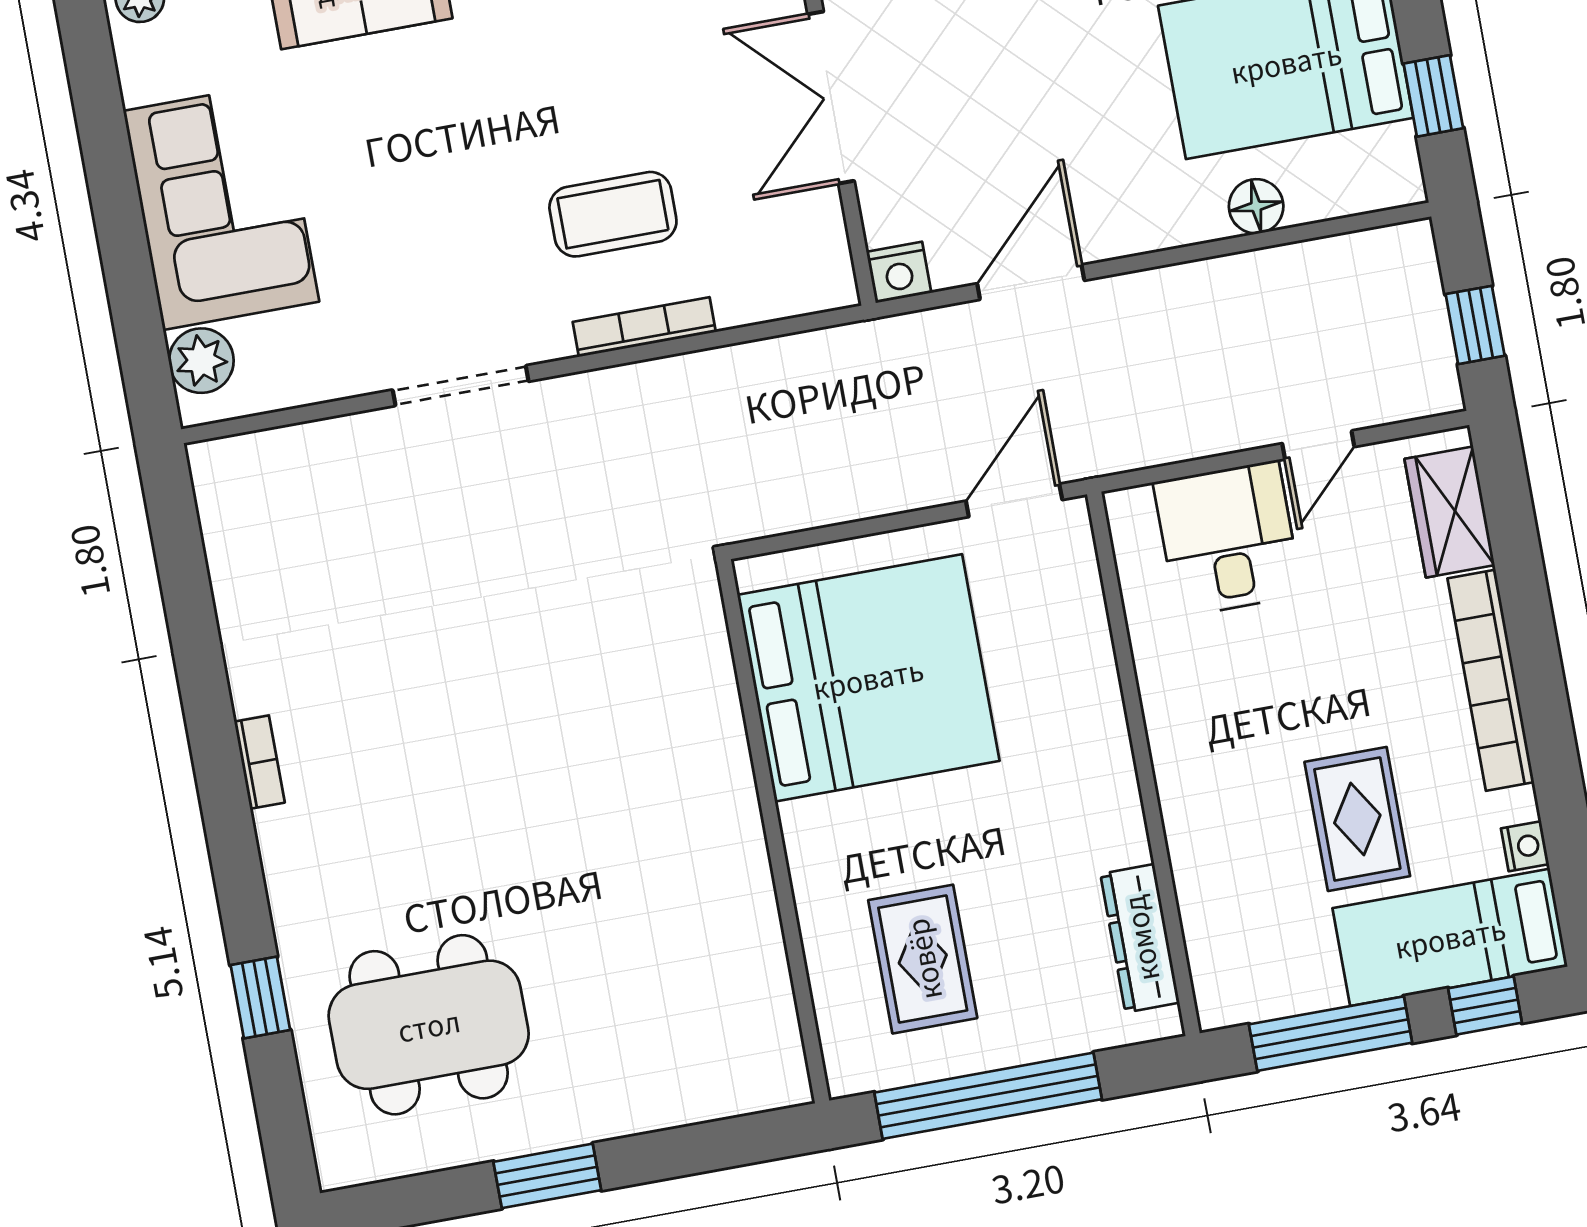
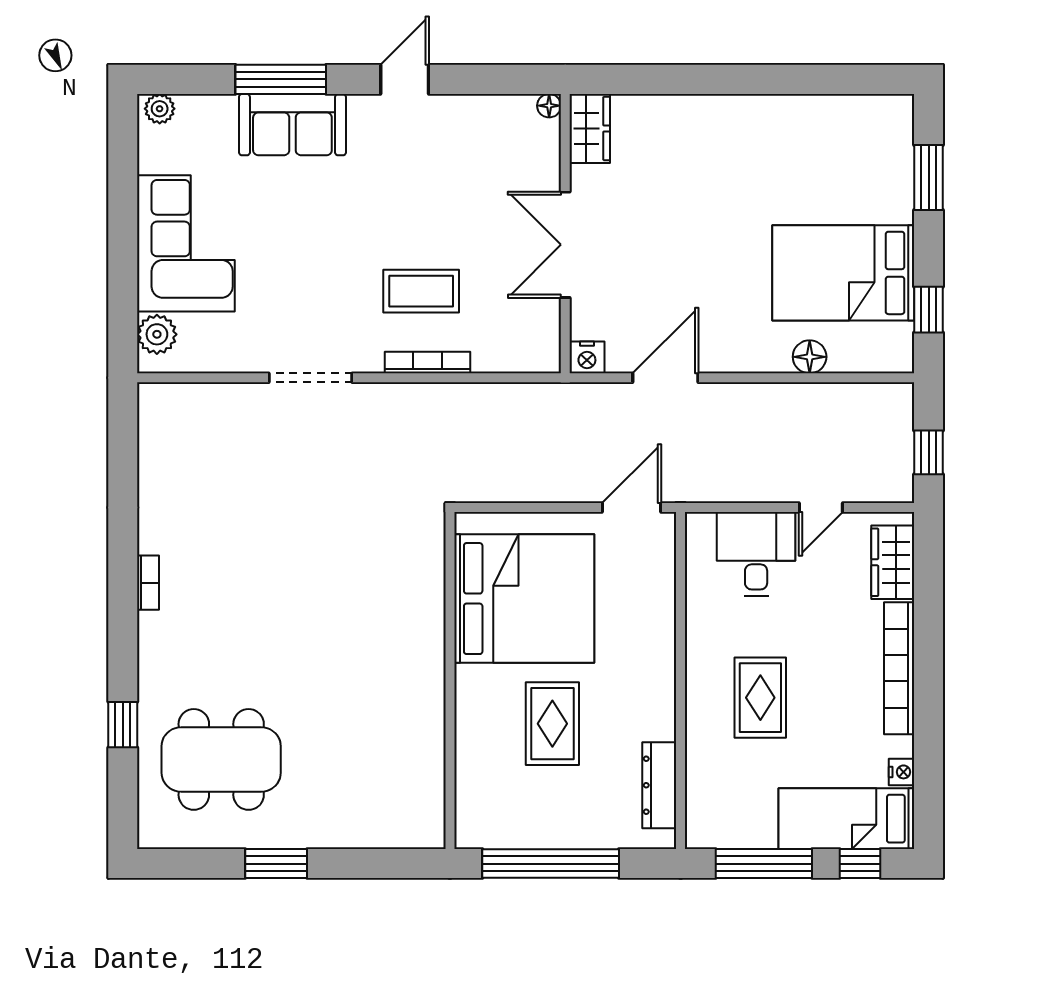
rug: (1357, 819) -> (760, 698), moved
rug: (923, 959) -> (552, 724), moved

